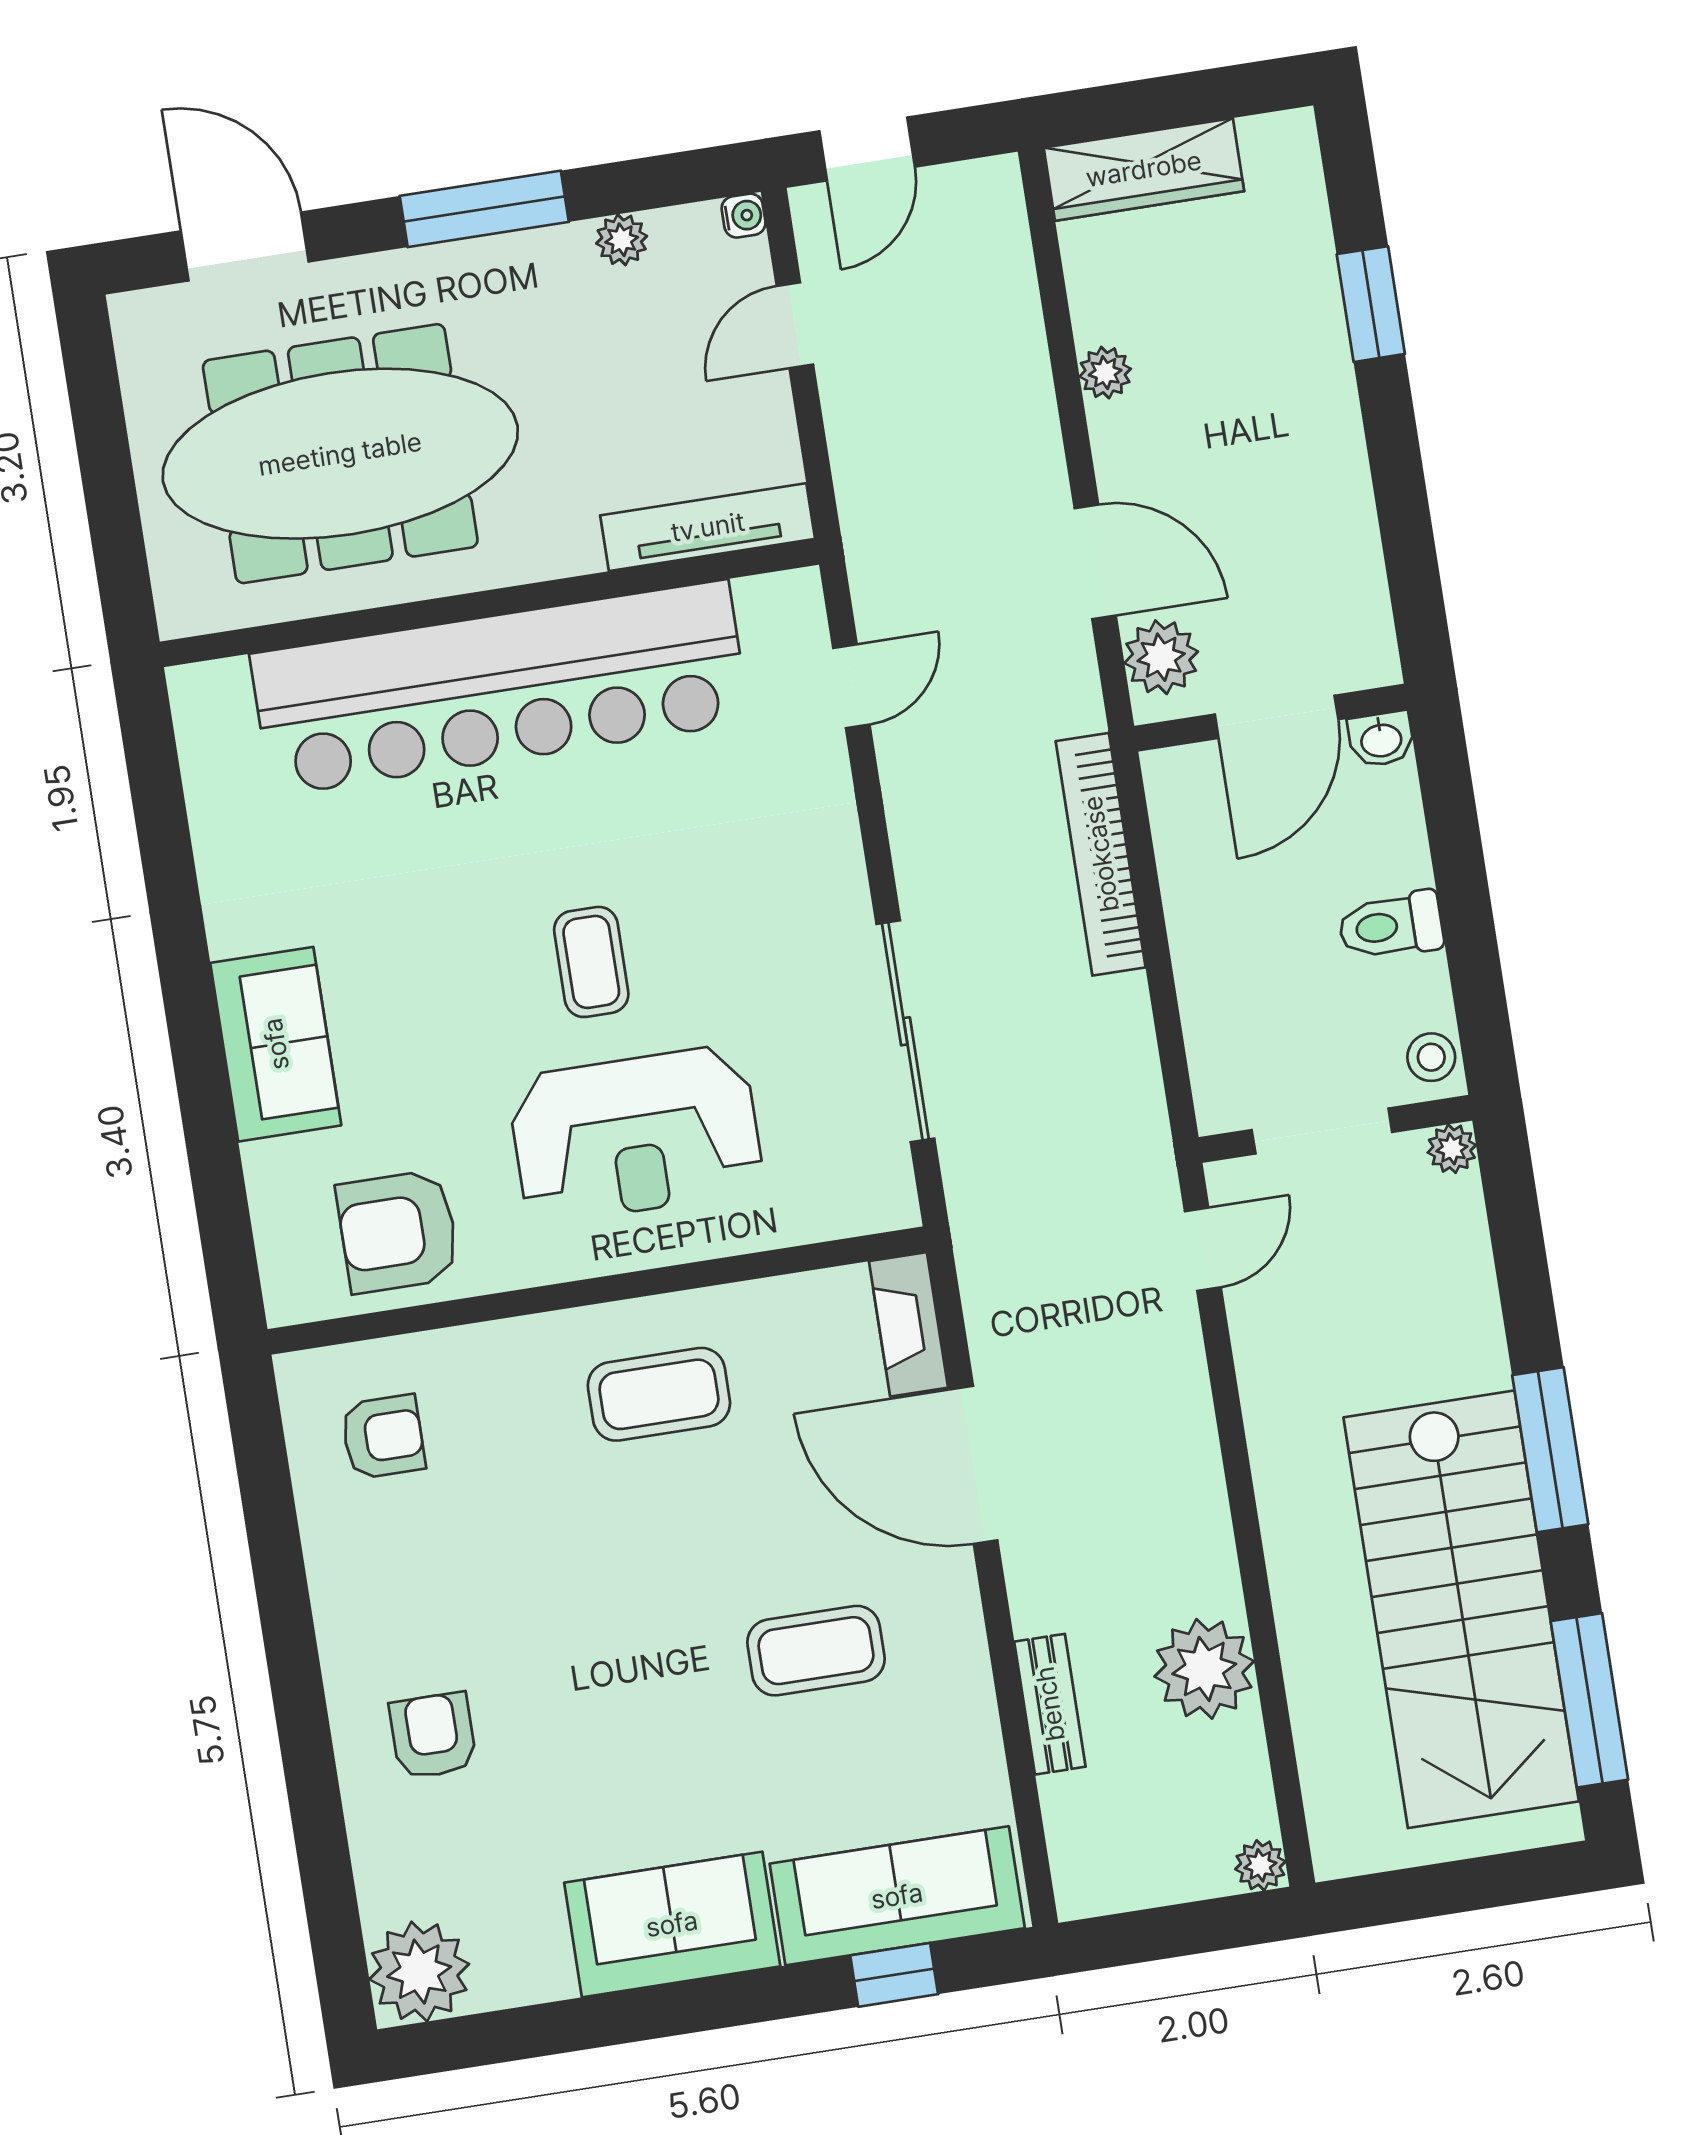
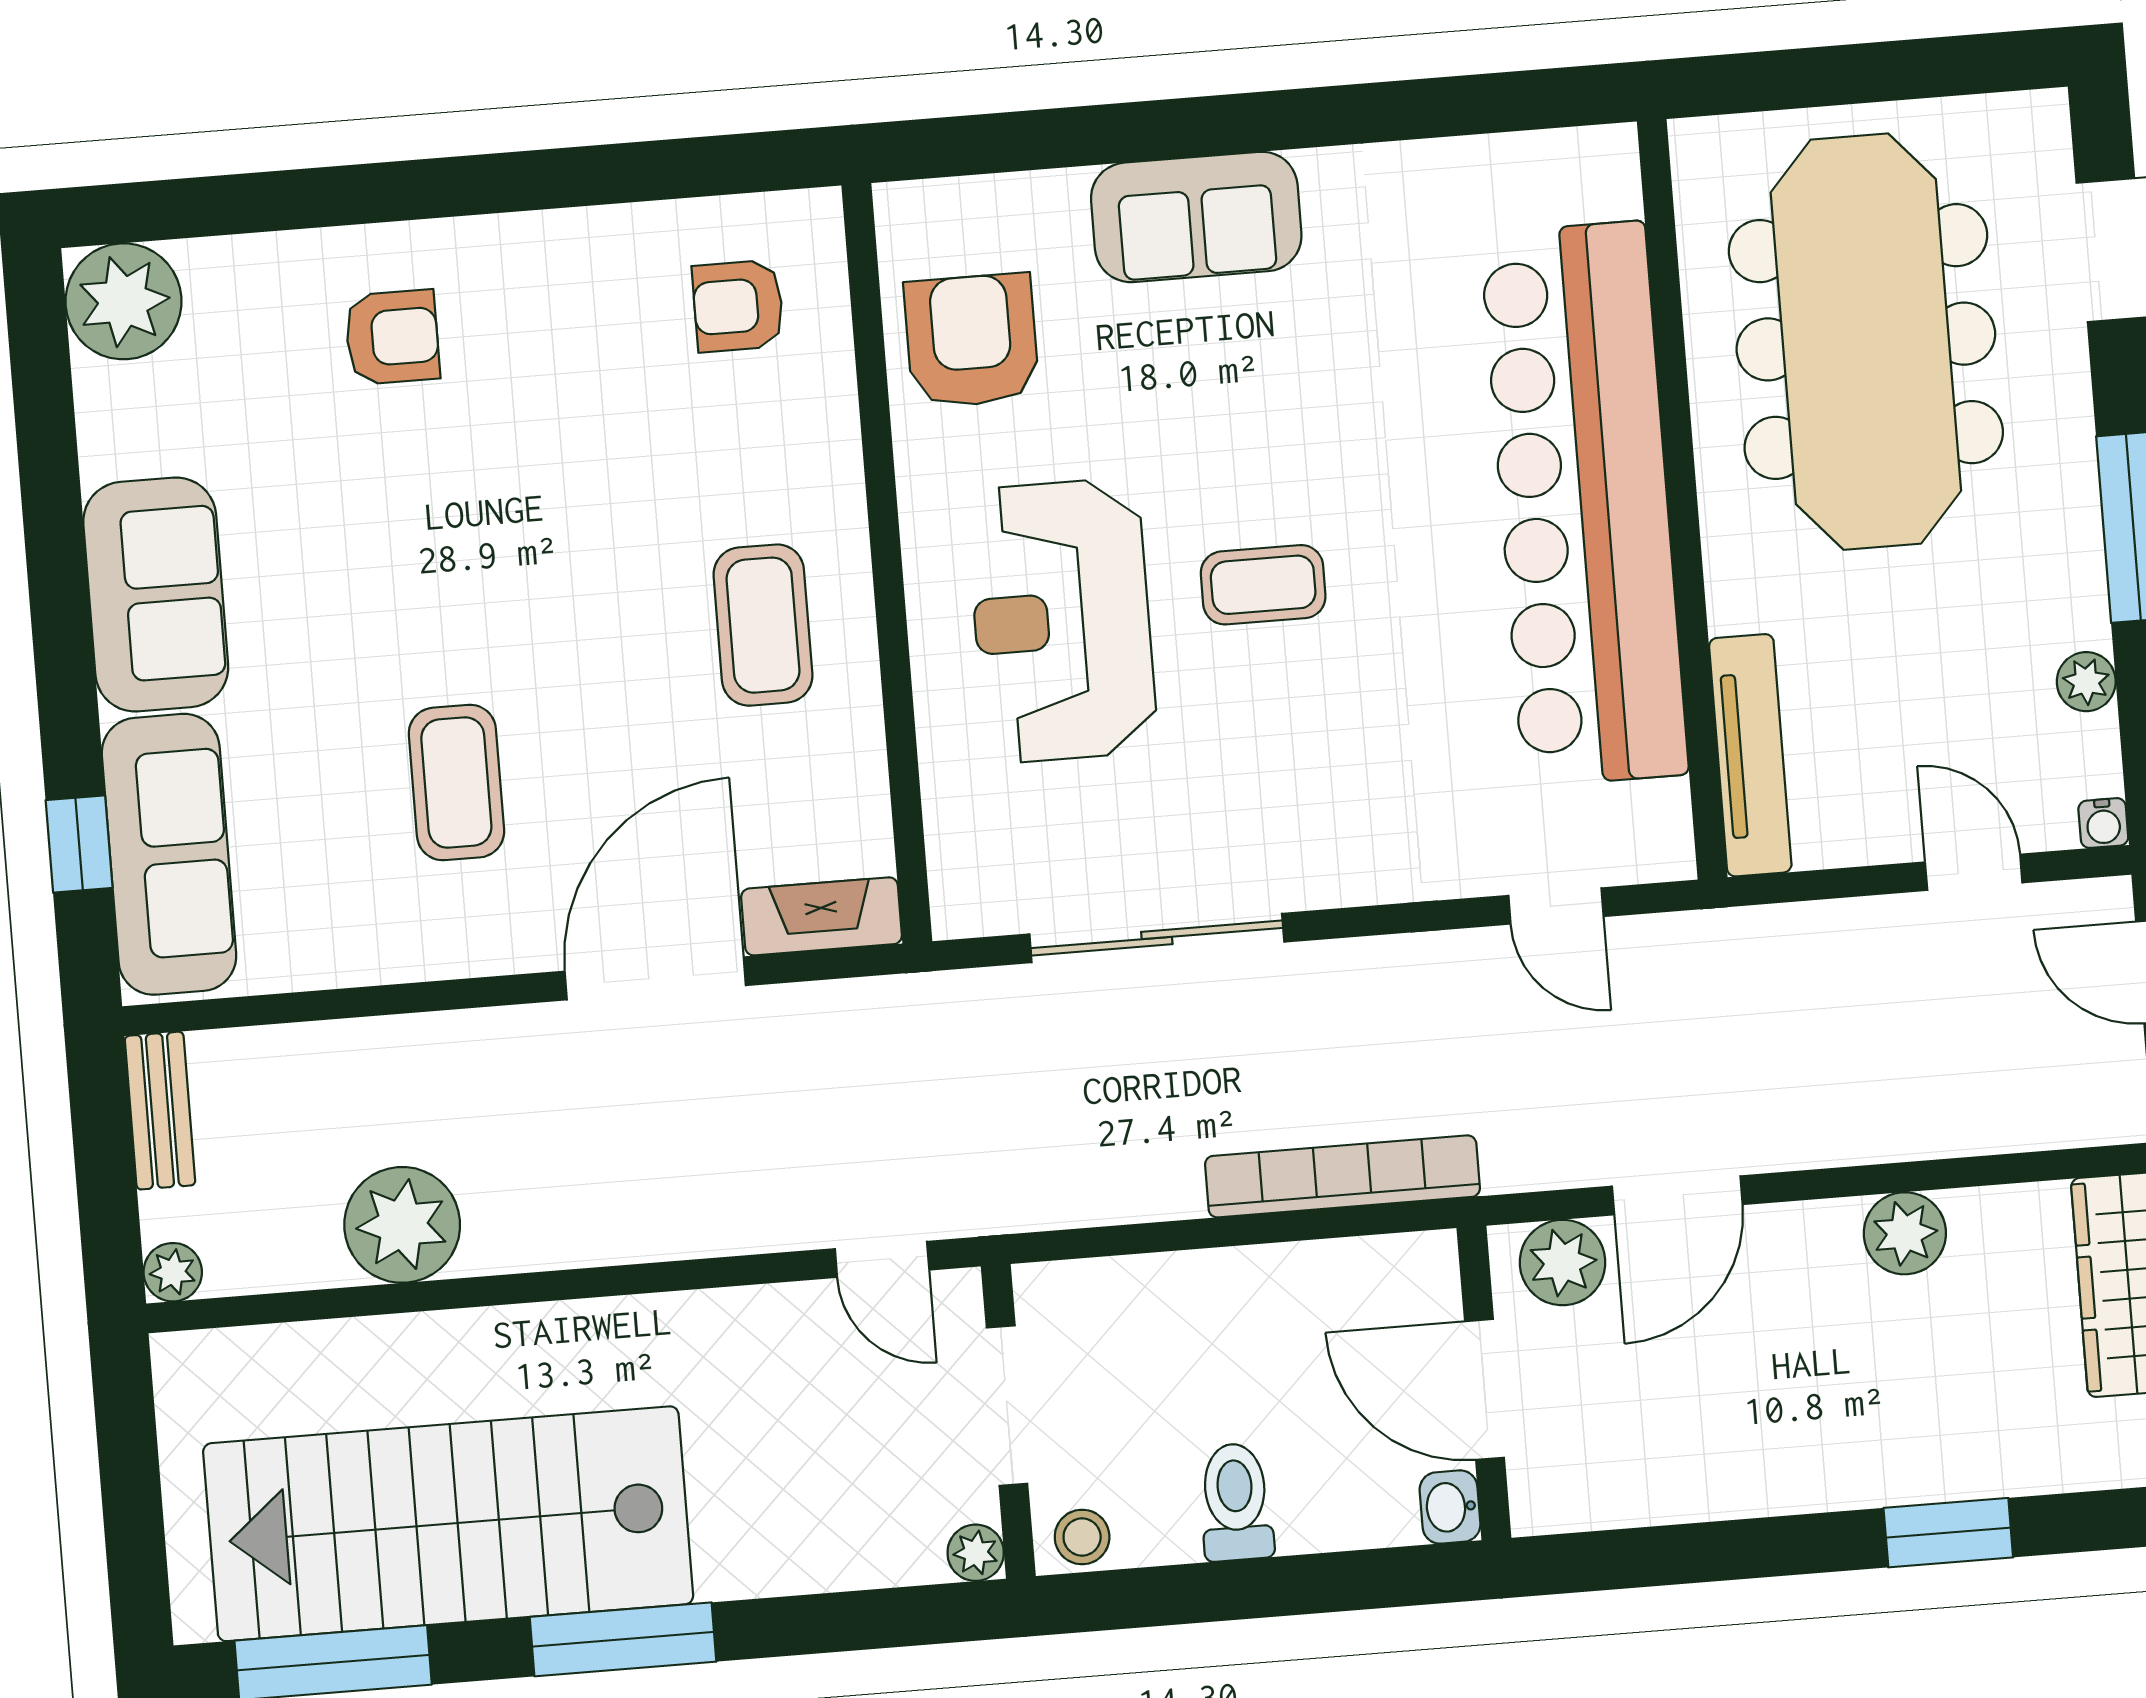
plant: (1105, 373) -> (1905, 1233), width x1.38, depth x1.38
armchair: (383, 1437) -> (738, 306), turned 90
bench: (1050, 1704) -> (160, 1111), moved, turned 90

